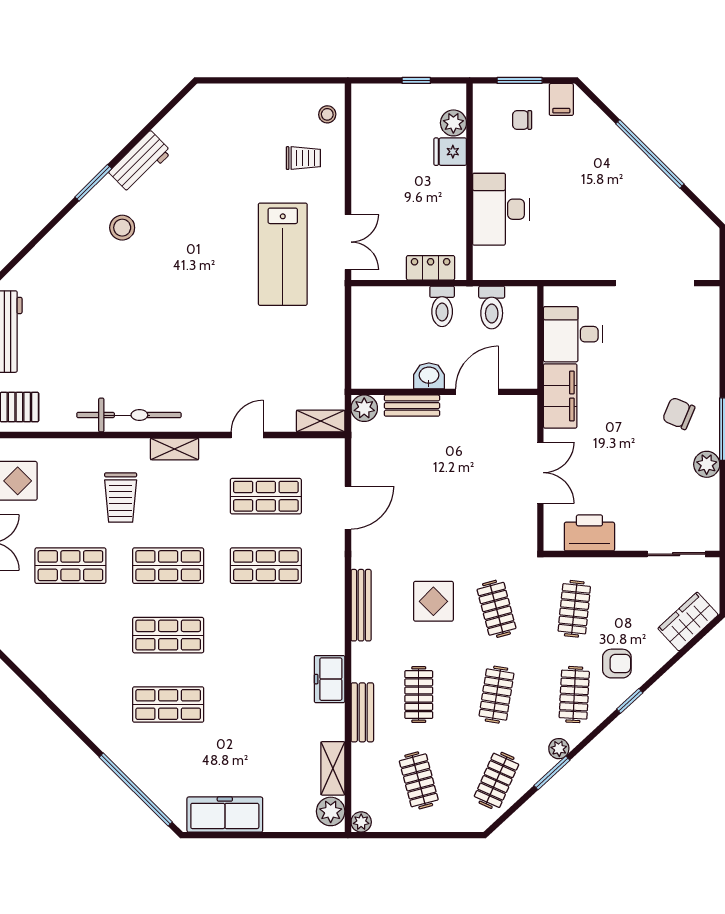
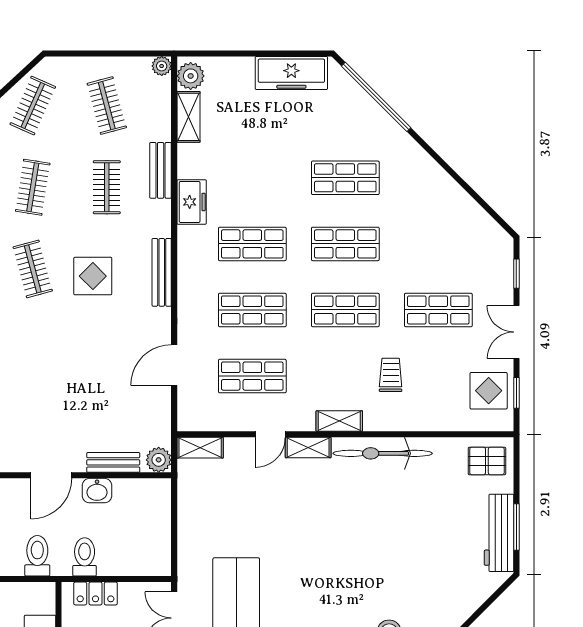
shelving: (207, 421) -> (308, 447), added
trolley: (121, 498) -> (391, 375), width x0.73, depth x0.72
shop shelf: (266, 635) -> (252, 244), added

